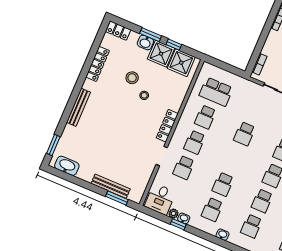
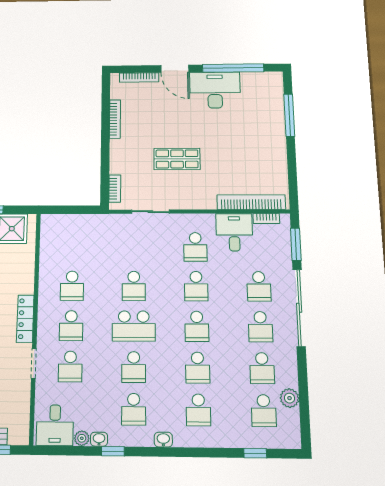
school desk: (216, 92) -> (134, 326), moved
window: (178, 224) -> (113, 451), moved

